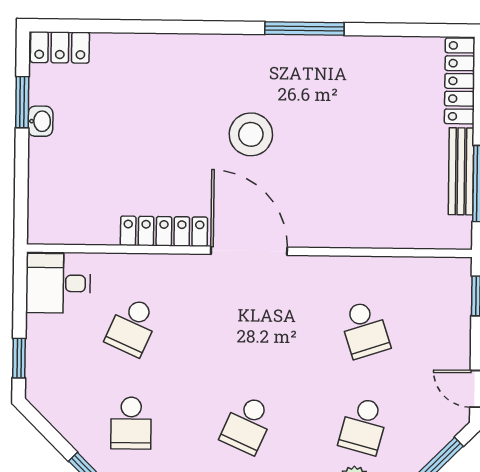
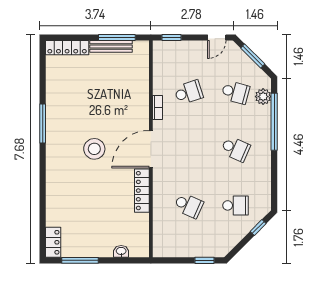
window: (22, 102) -> (80, 260), width x1.44
washbasin: (40, 121) -> (121, 251), moved
bookcase: (334, 265) -> (158, 108), added
desk: (58, 283) -> (168, 242), removed

